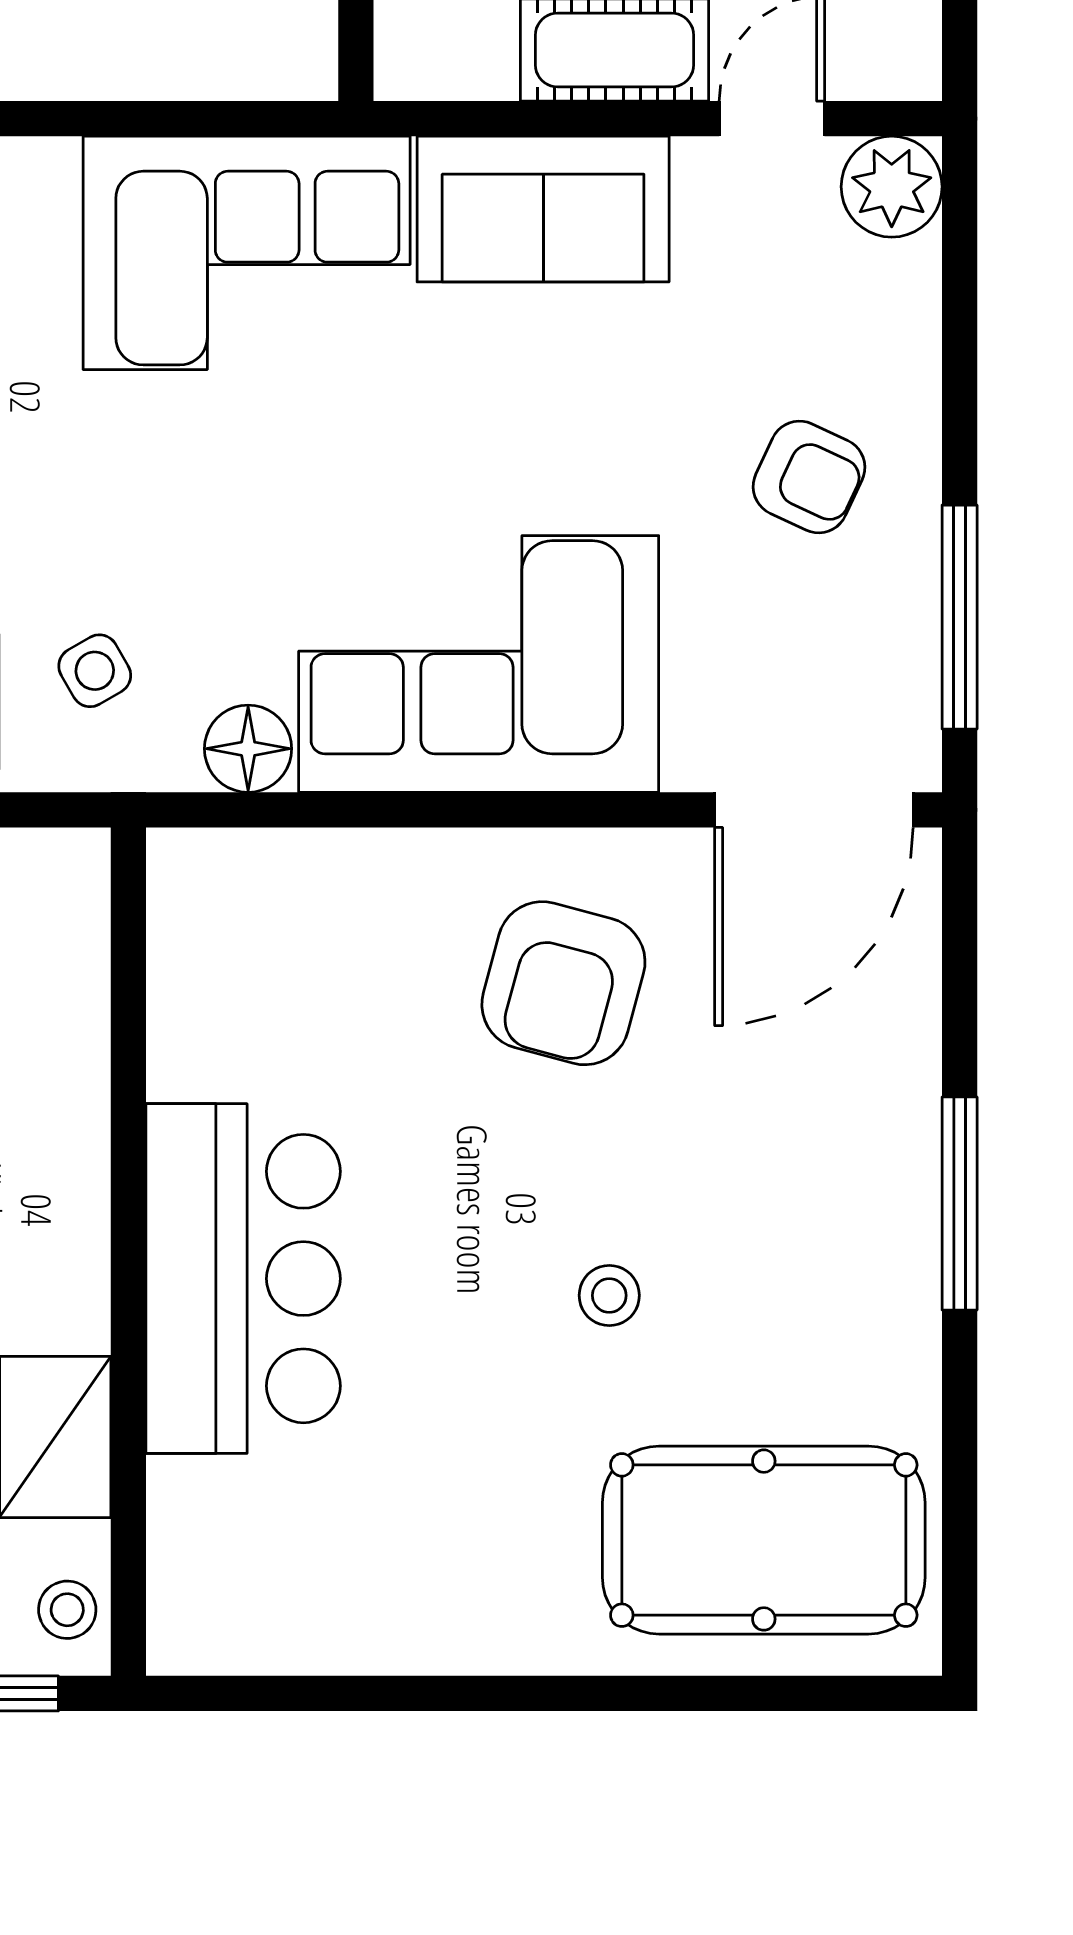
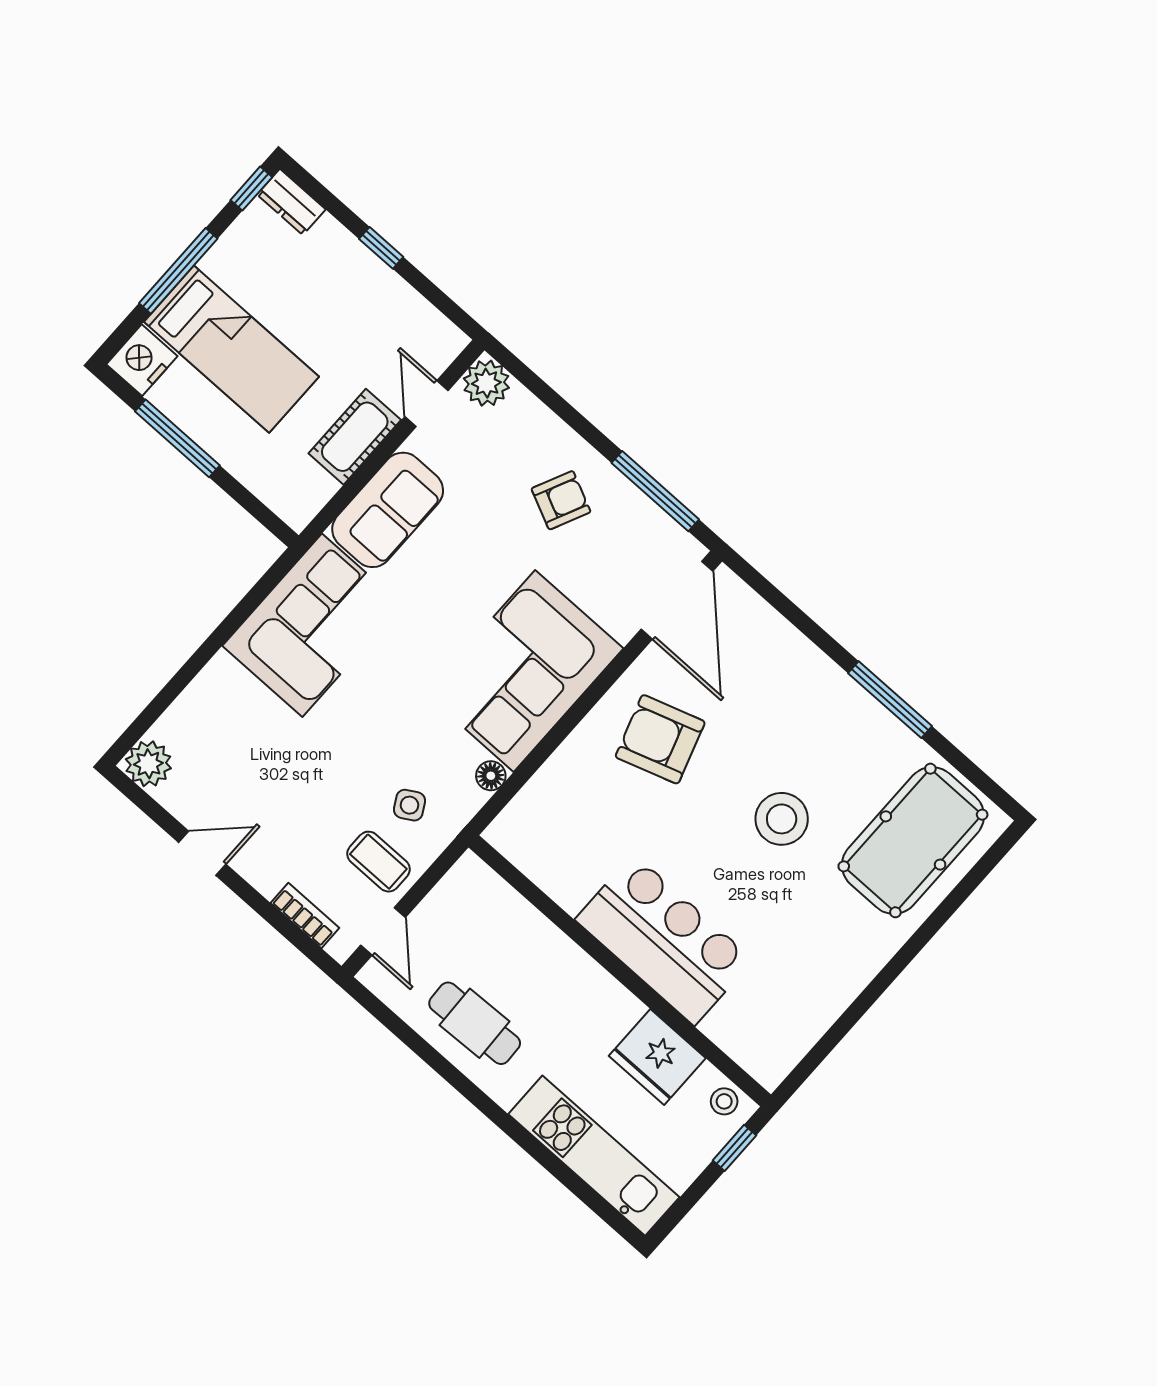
floor lamp: (248, 749) -> (491, 776), width x0.73, depth x0.73
armchair: (563, 983) -> (660, 739), turned 147
window: (960, 1204) -> (890, 700), moved
stool: (609, 1295) -> (782, 819), width x1.89, depth x1.89

